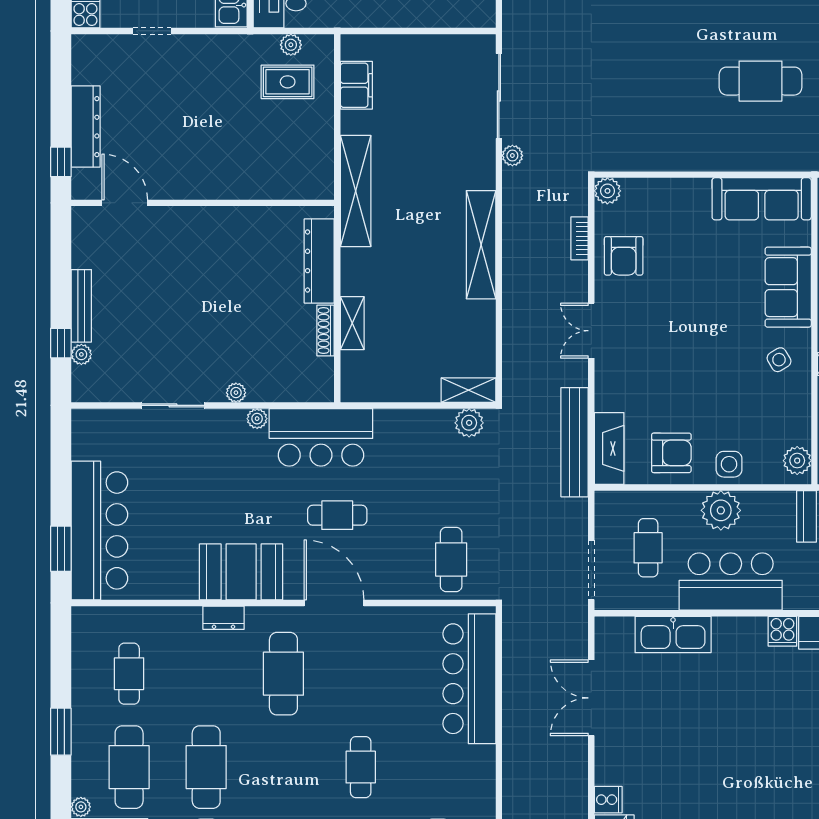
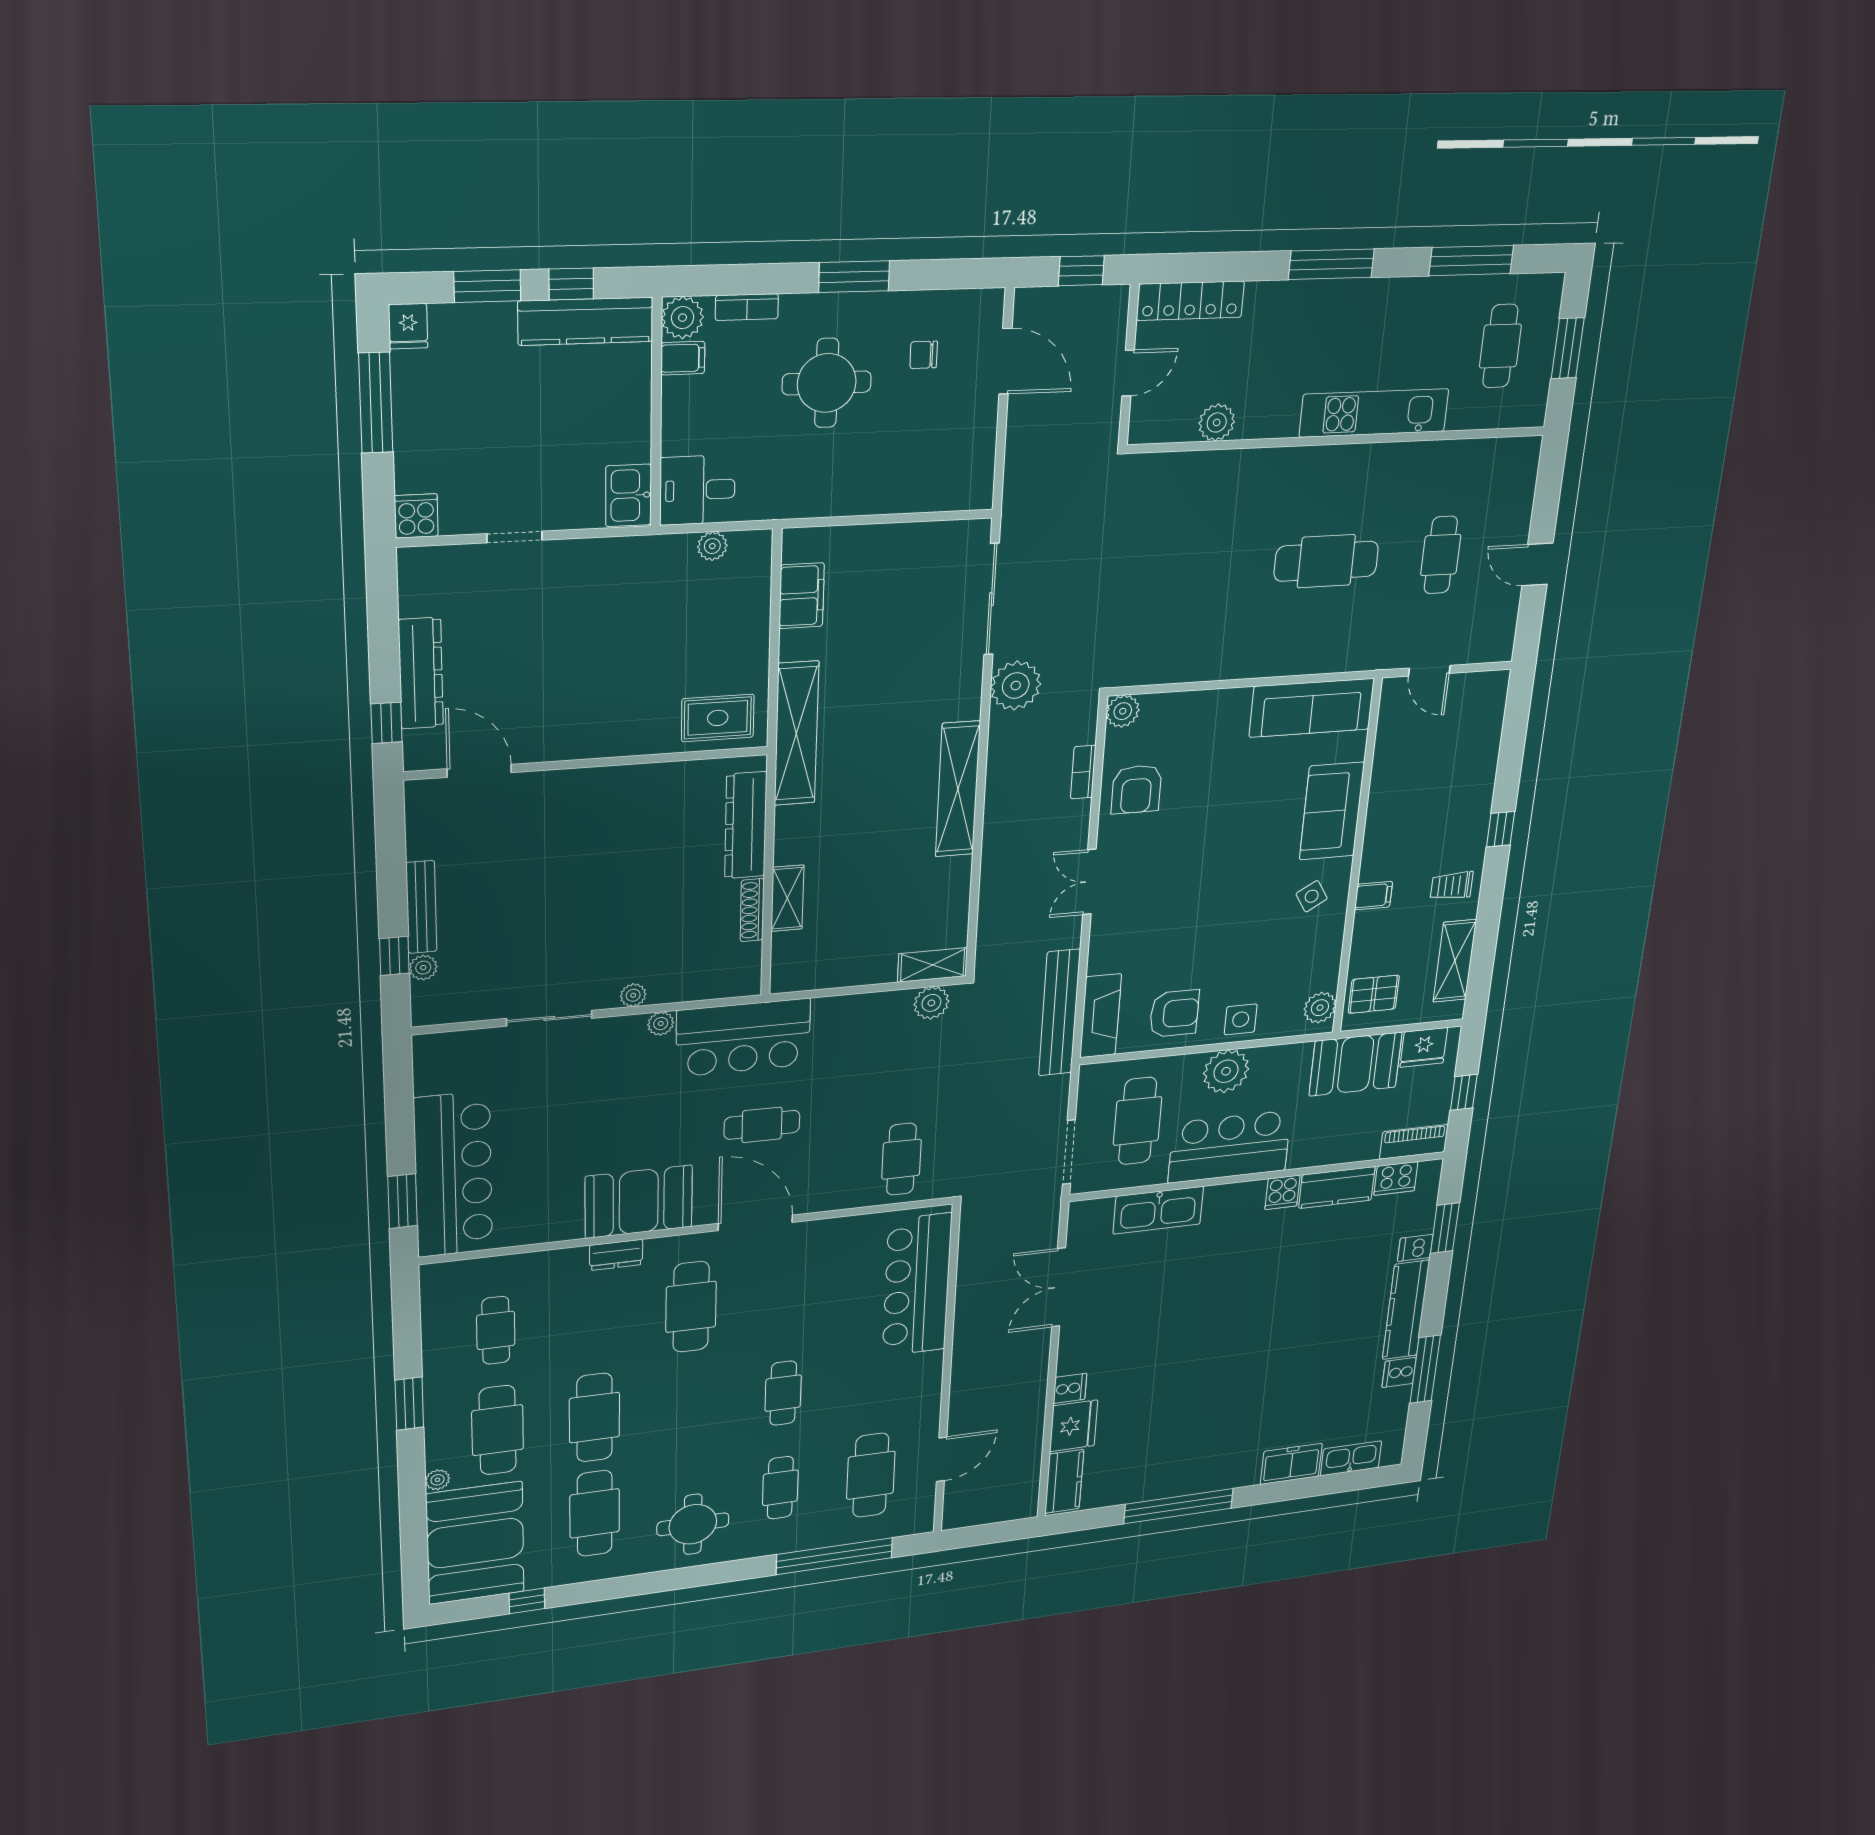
rug: (288, 82) -> (718, 718), moved
plant: (512, 156) -> (1016, 686), width x1.88, depth x1.88
cafe table: (648, 548) -> (1138, 1121), width x1.37, depth x1.35

